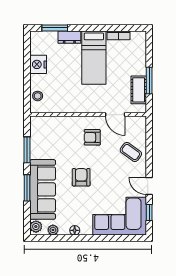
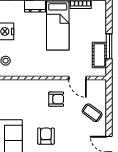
armchair: (92, 137) -> (56, 99), turned 180

